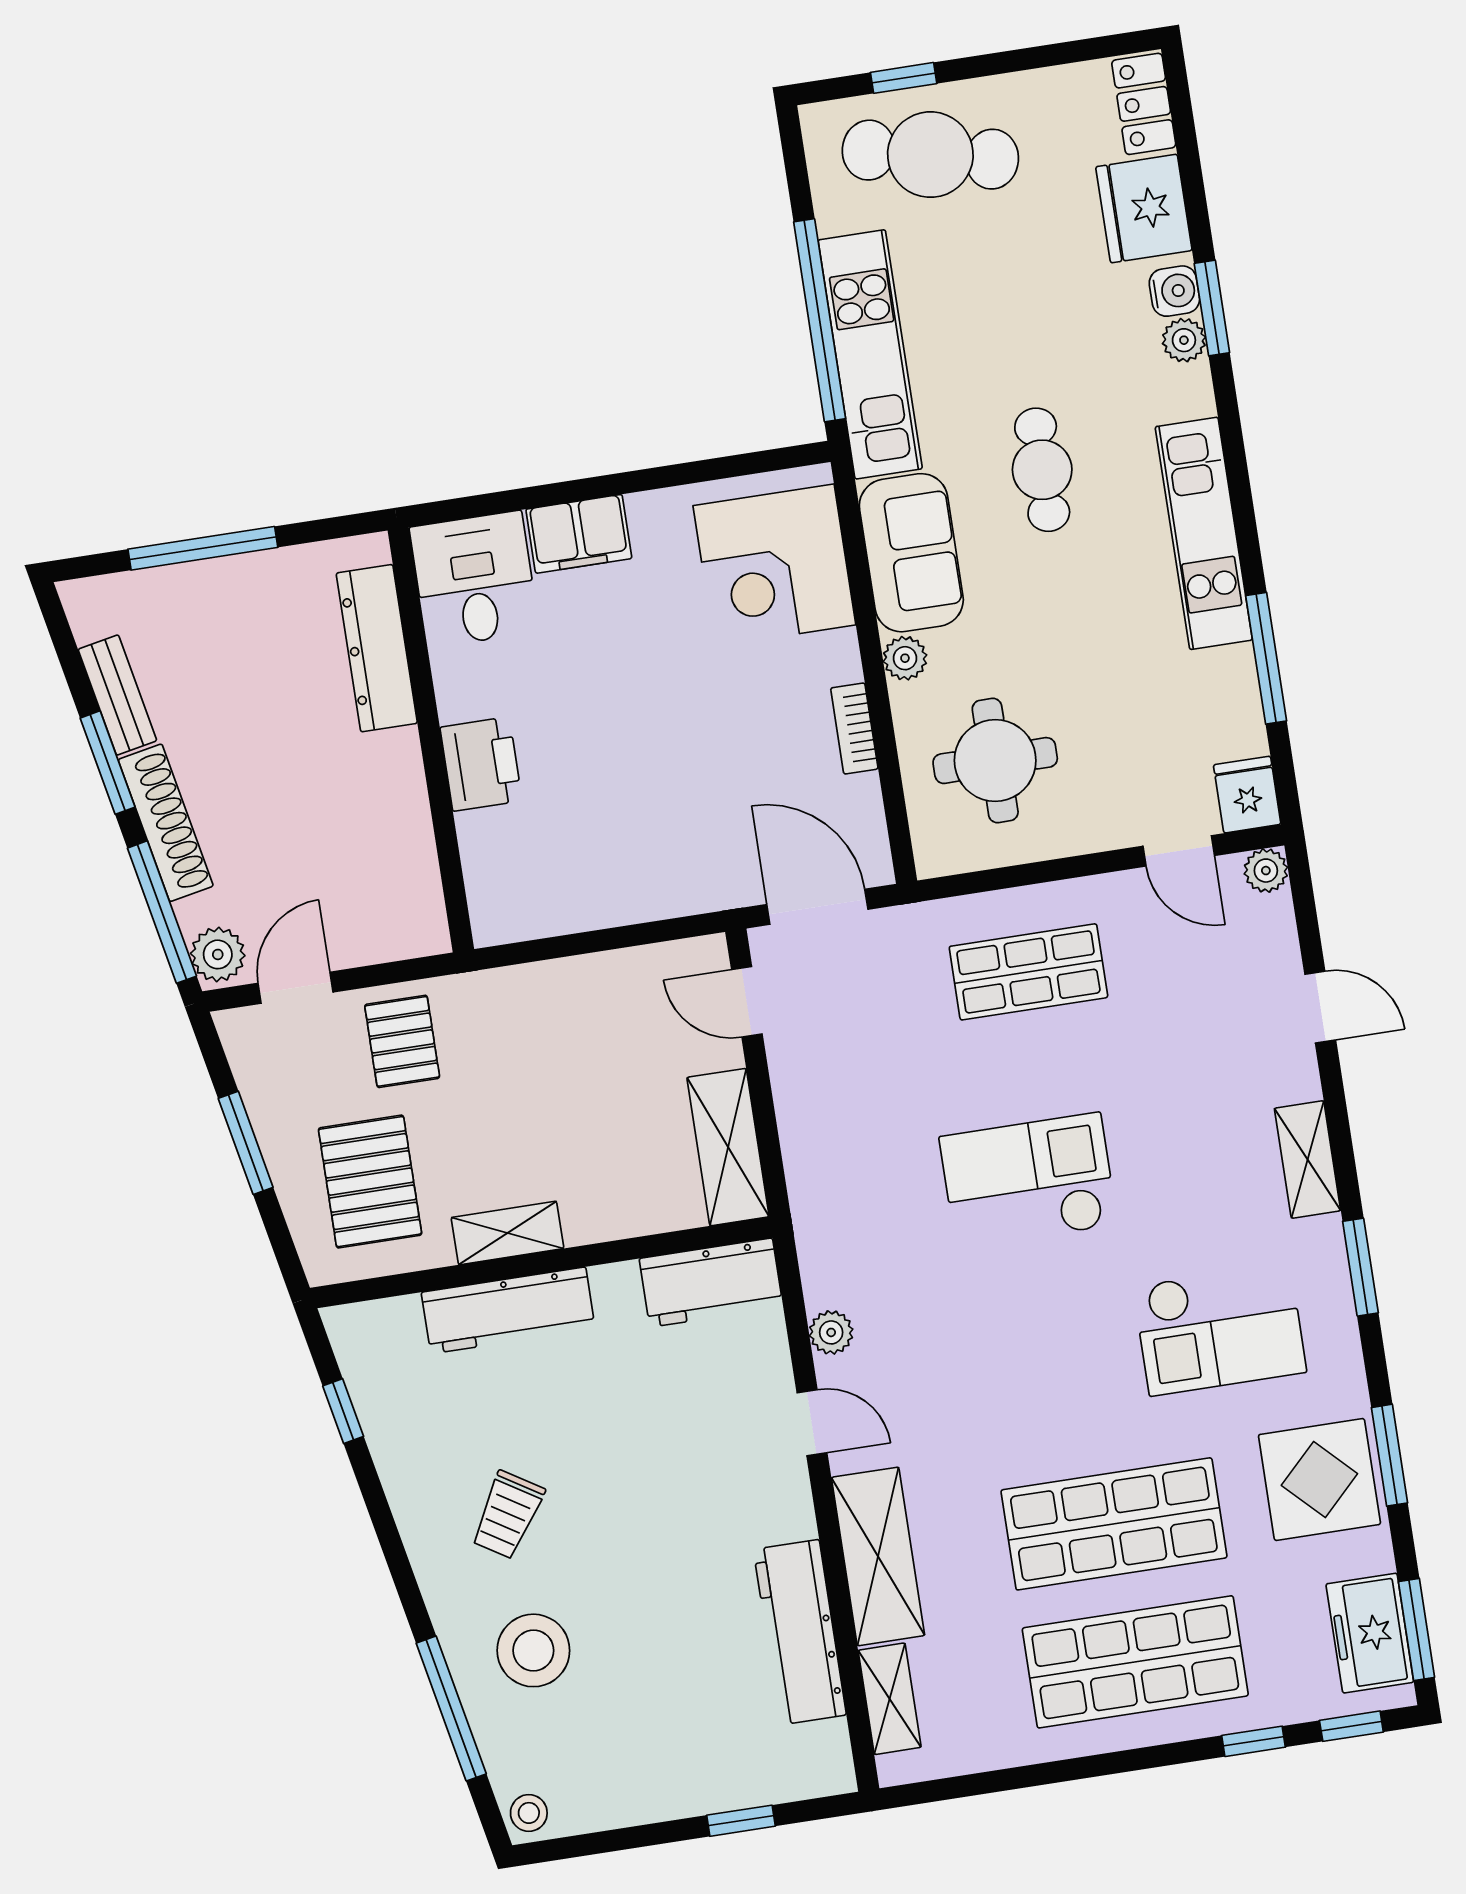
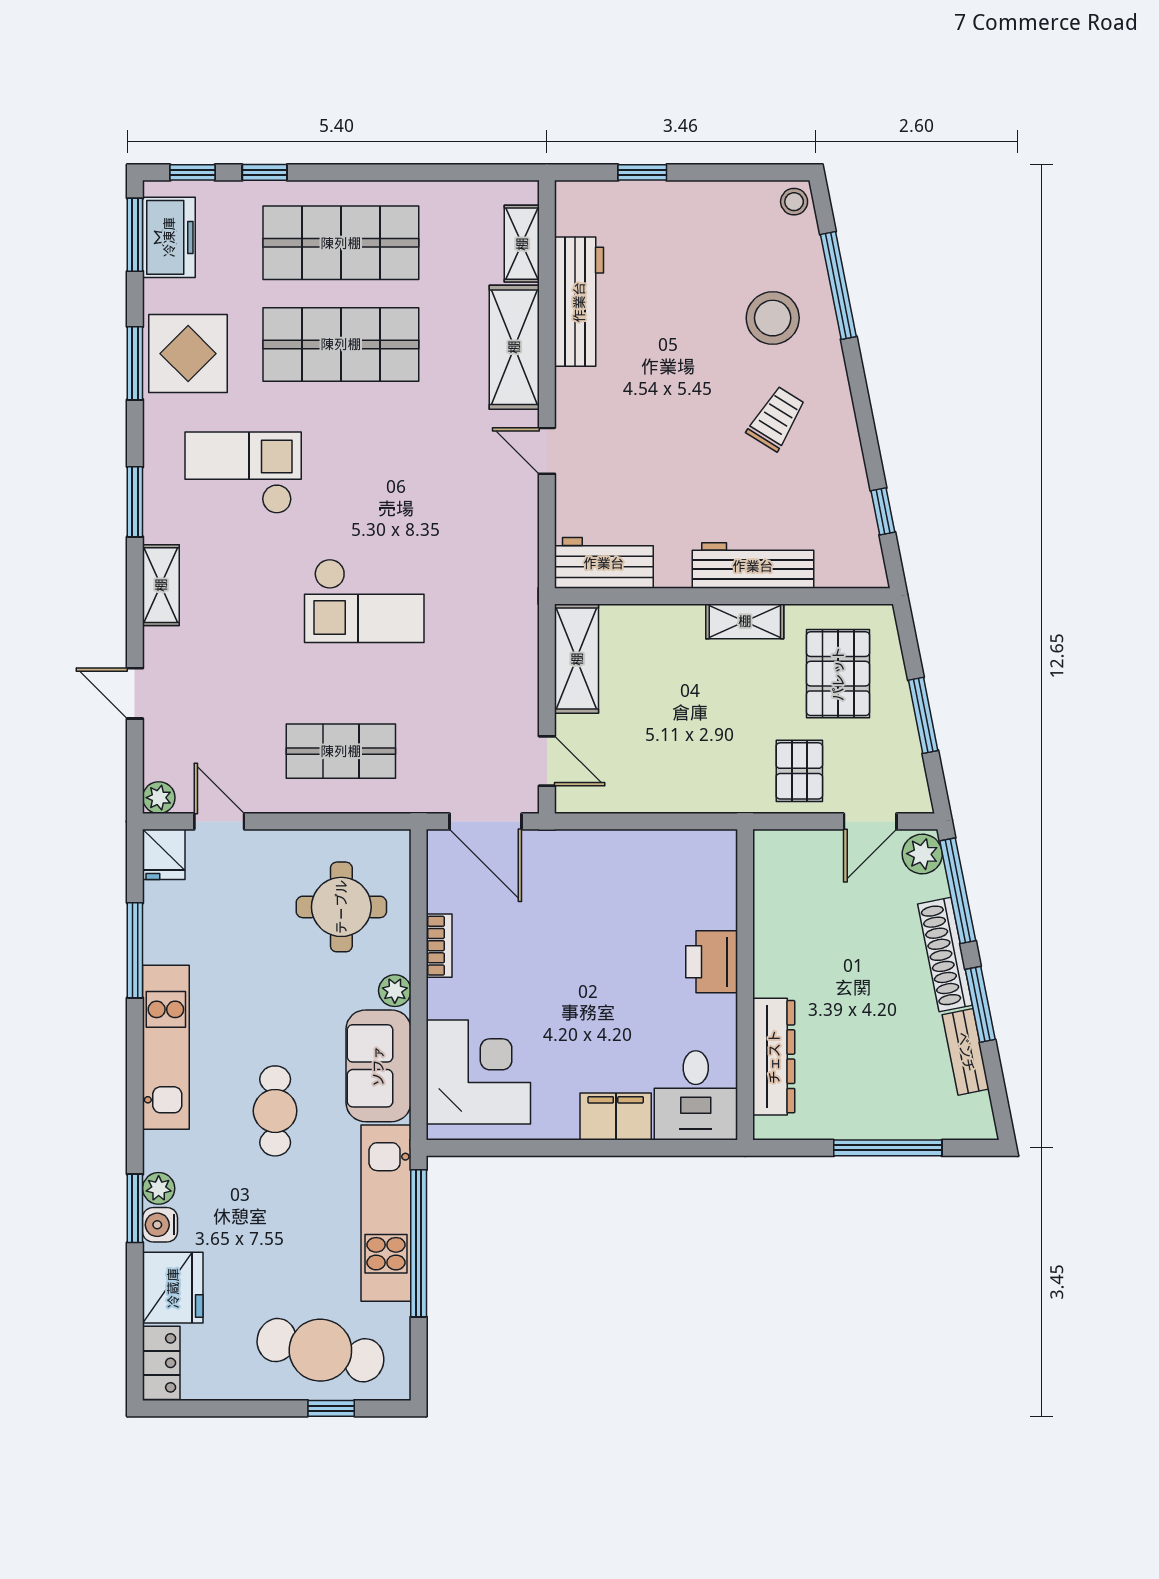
plant: (831, 1332) -> (523, 514), removed

